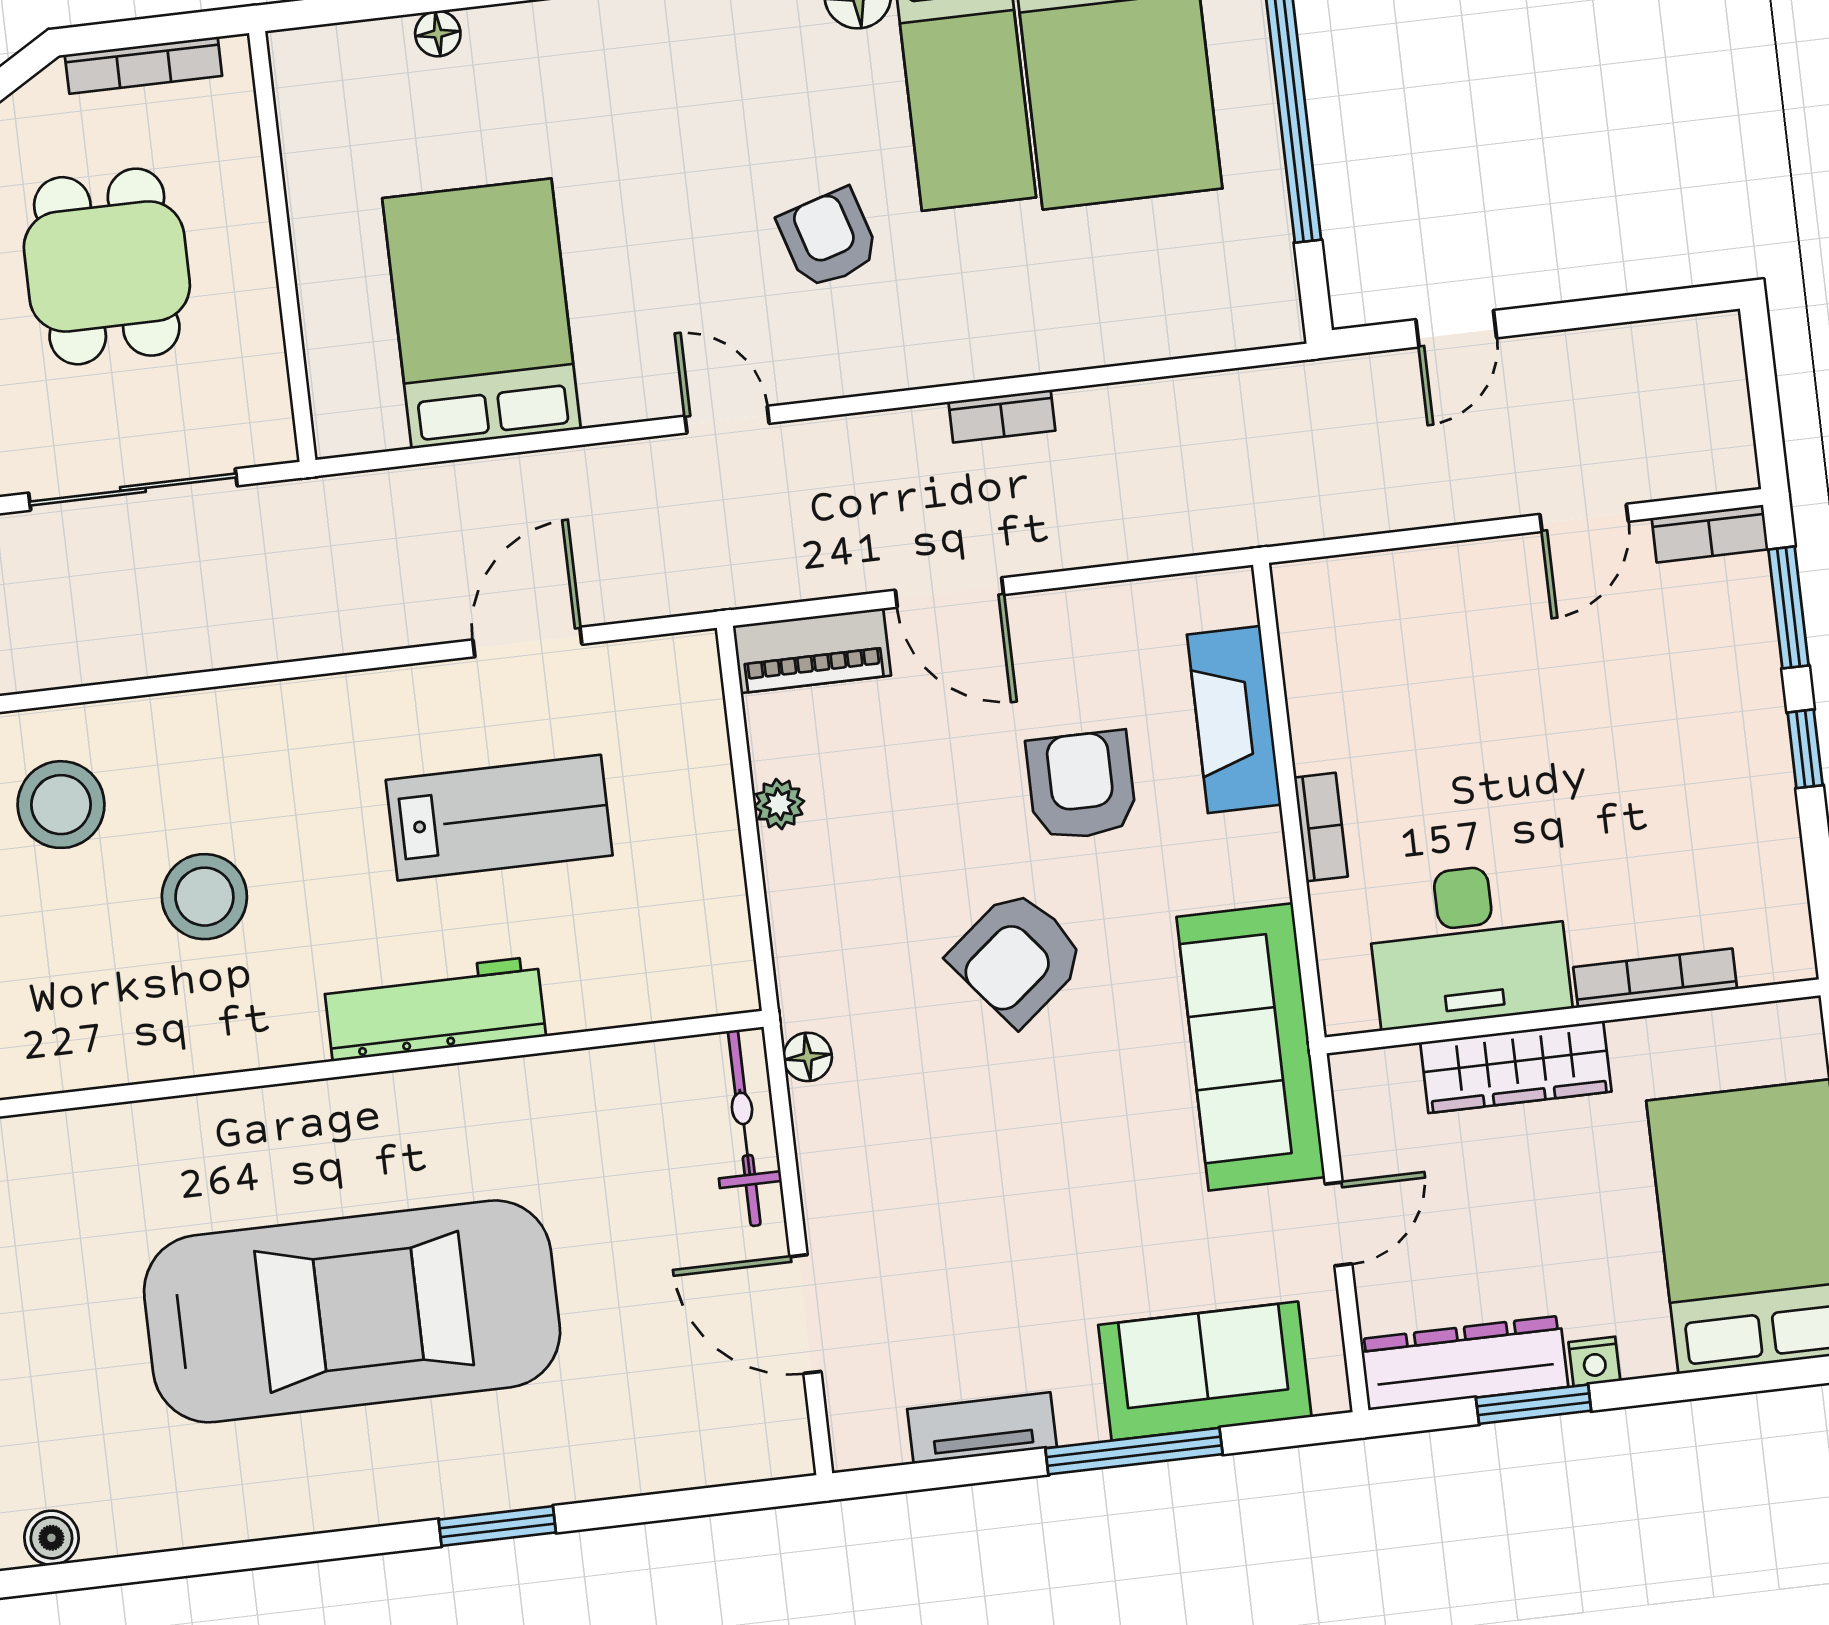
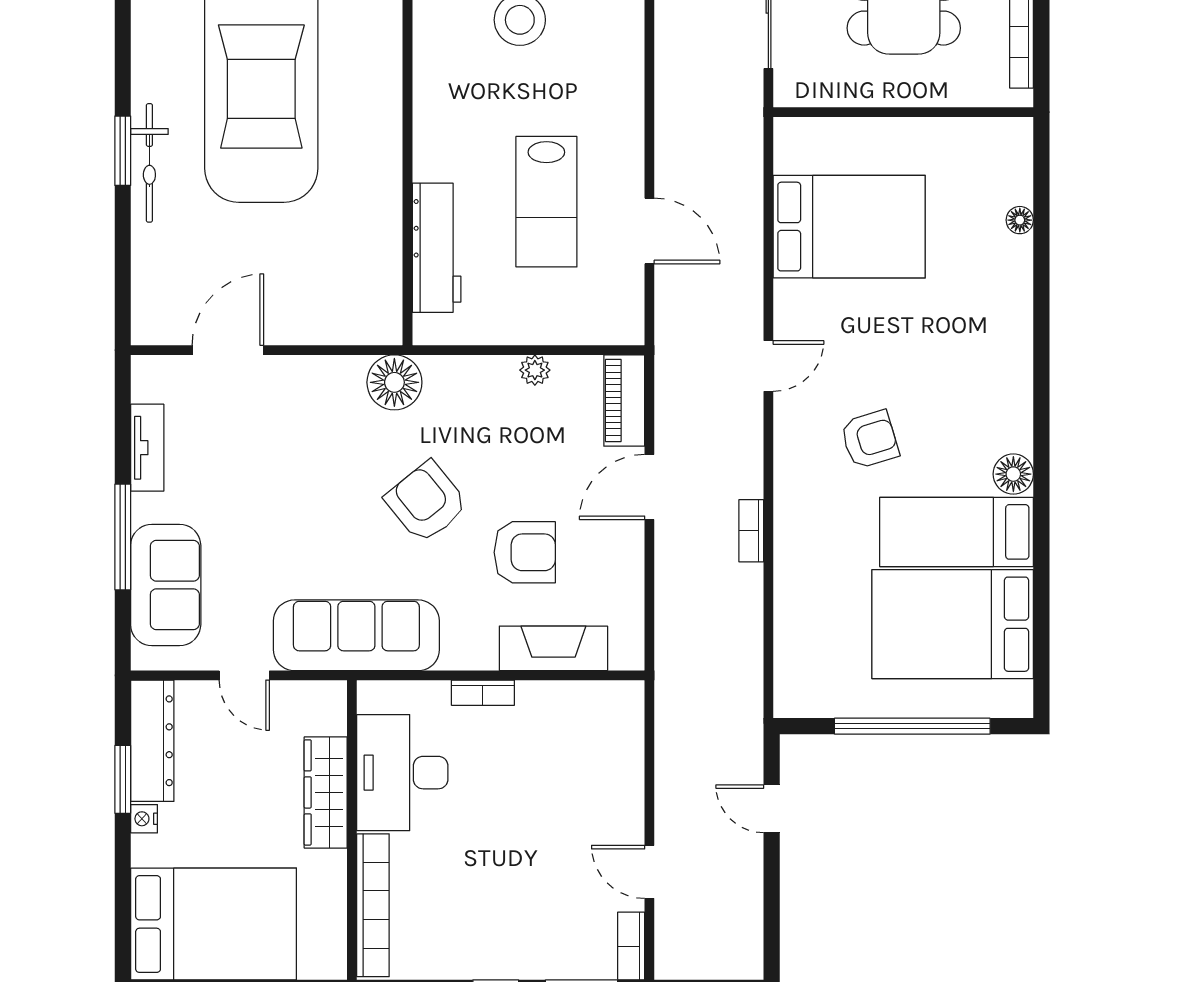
bookcase: (1655, 978) -> (373, 905), width x1.48, depth x1.31
workbench: (435, 1009) -> (437, 248), moved
floor lamp: (808, 1057) -> (394, 382), width x1.89, depth x1.89
bicycle: (744, 1128) -> (149, 163), moved, turned 90

